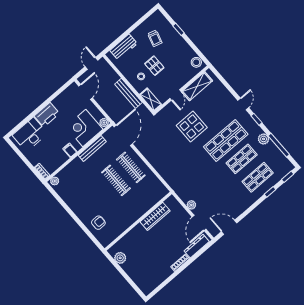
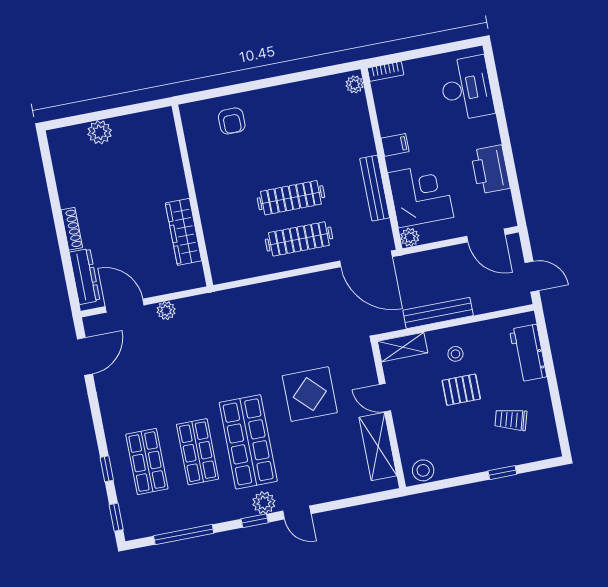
printer: (47, 115) -> (490, 169), moved
plant: (264, 139) -> (264, 503), moved
plant: (120, 258) -> (100, 132), moved

